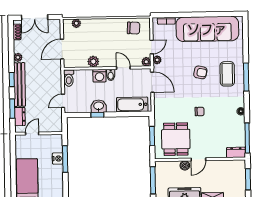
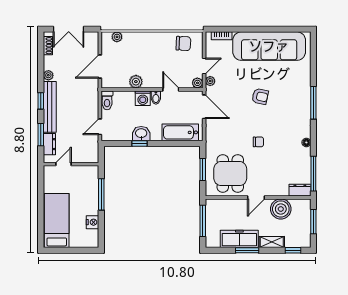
coffee table: (227, 74) -> (291, 99), removed
nightstand: (58, 159) -> (93, 222), moved
boiler: (185, 165) -> (281, 209), moved, width x1.86, depth x1.86

